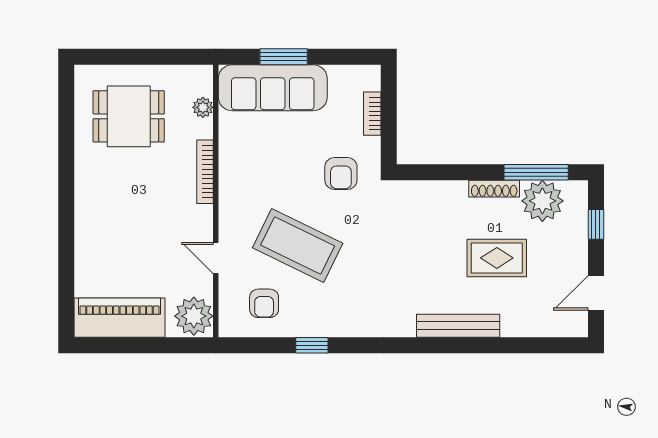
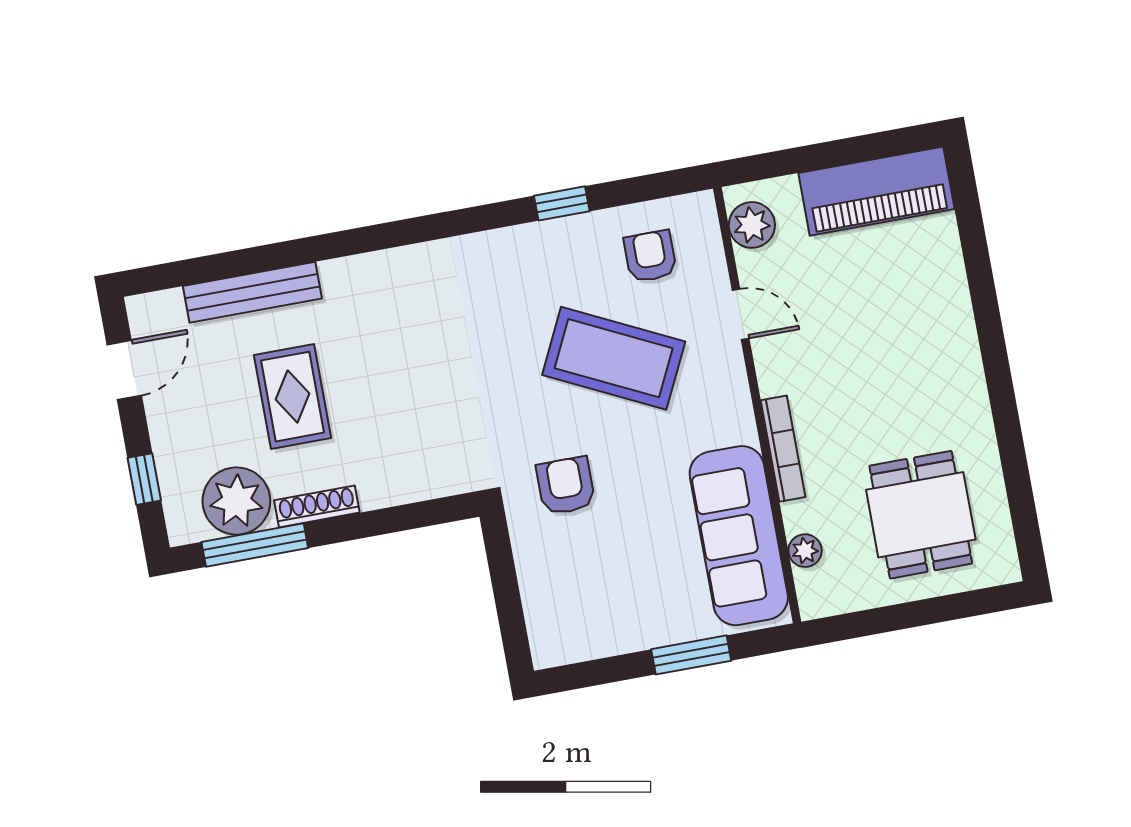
sofa: (273, 88) -> (739, 536), moved, turned -90
bookcase: (372, 114) -> (533, 590), removed
dining table: (129, 116) -> (921, 515), turned 90
rug: (497, 258) -> (293, 397), turned 90
plant: (194, 316) -> (752, 225), width x0.73, depth x0.73
bench: (458, 326) -> (252, 292), moved

